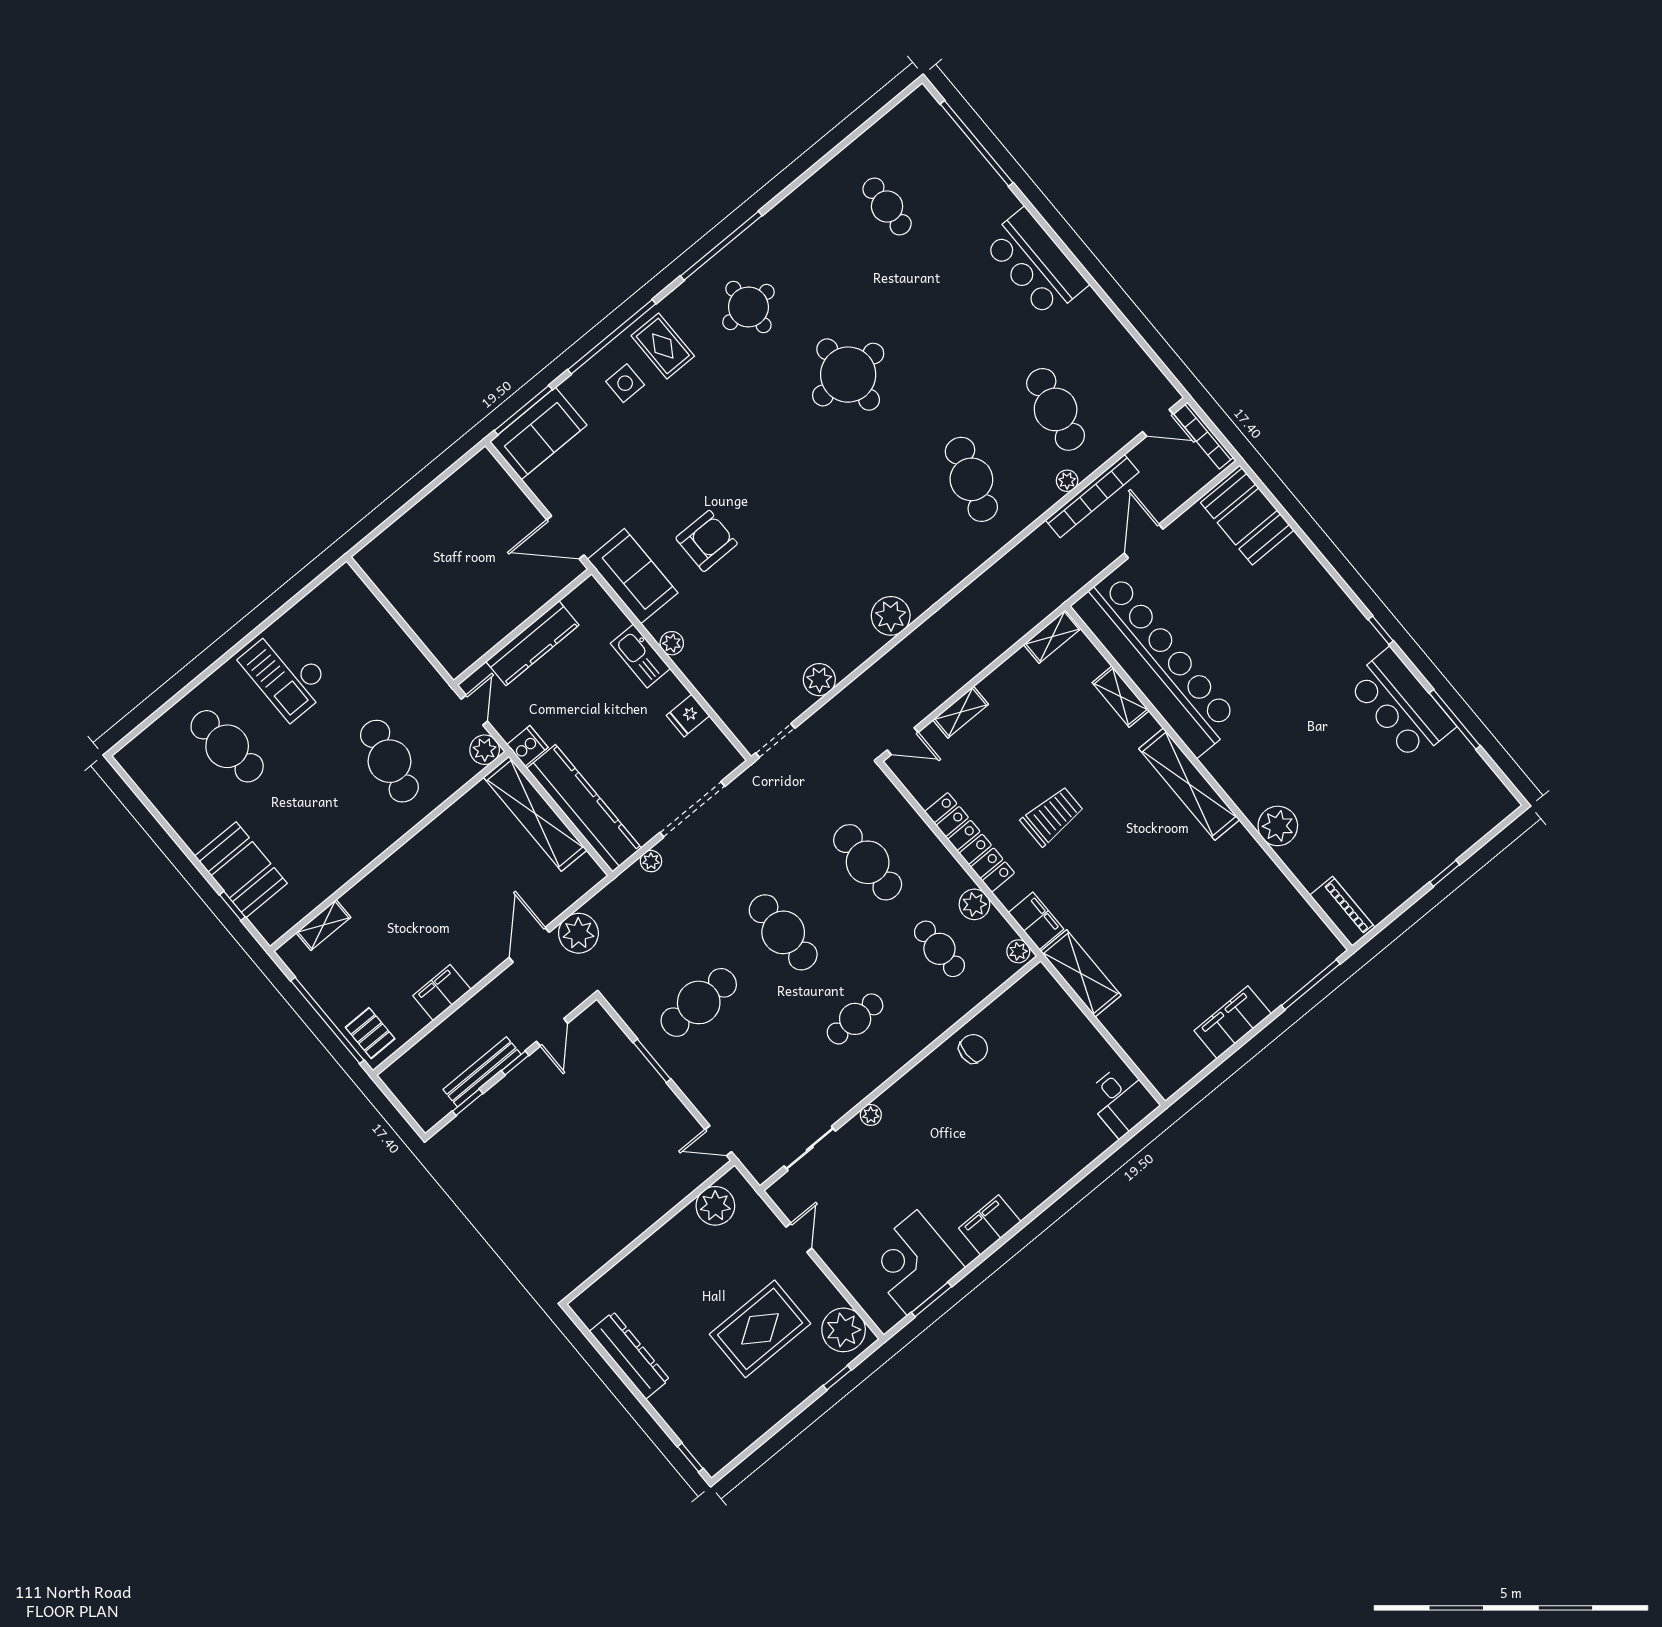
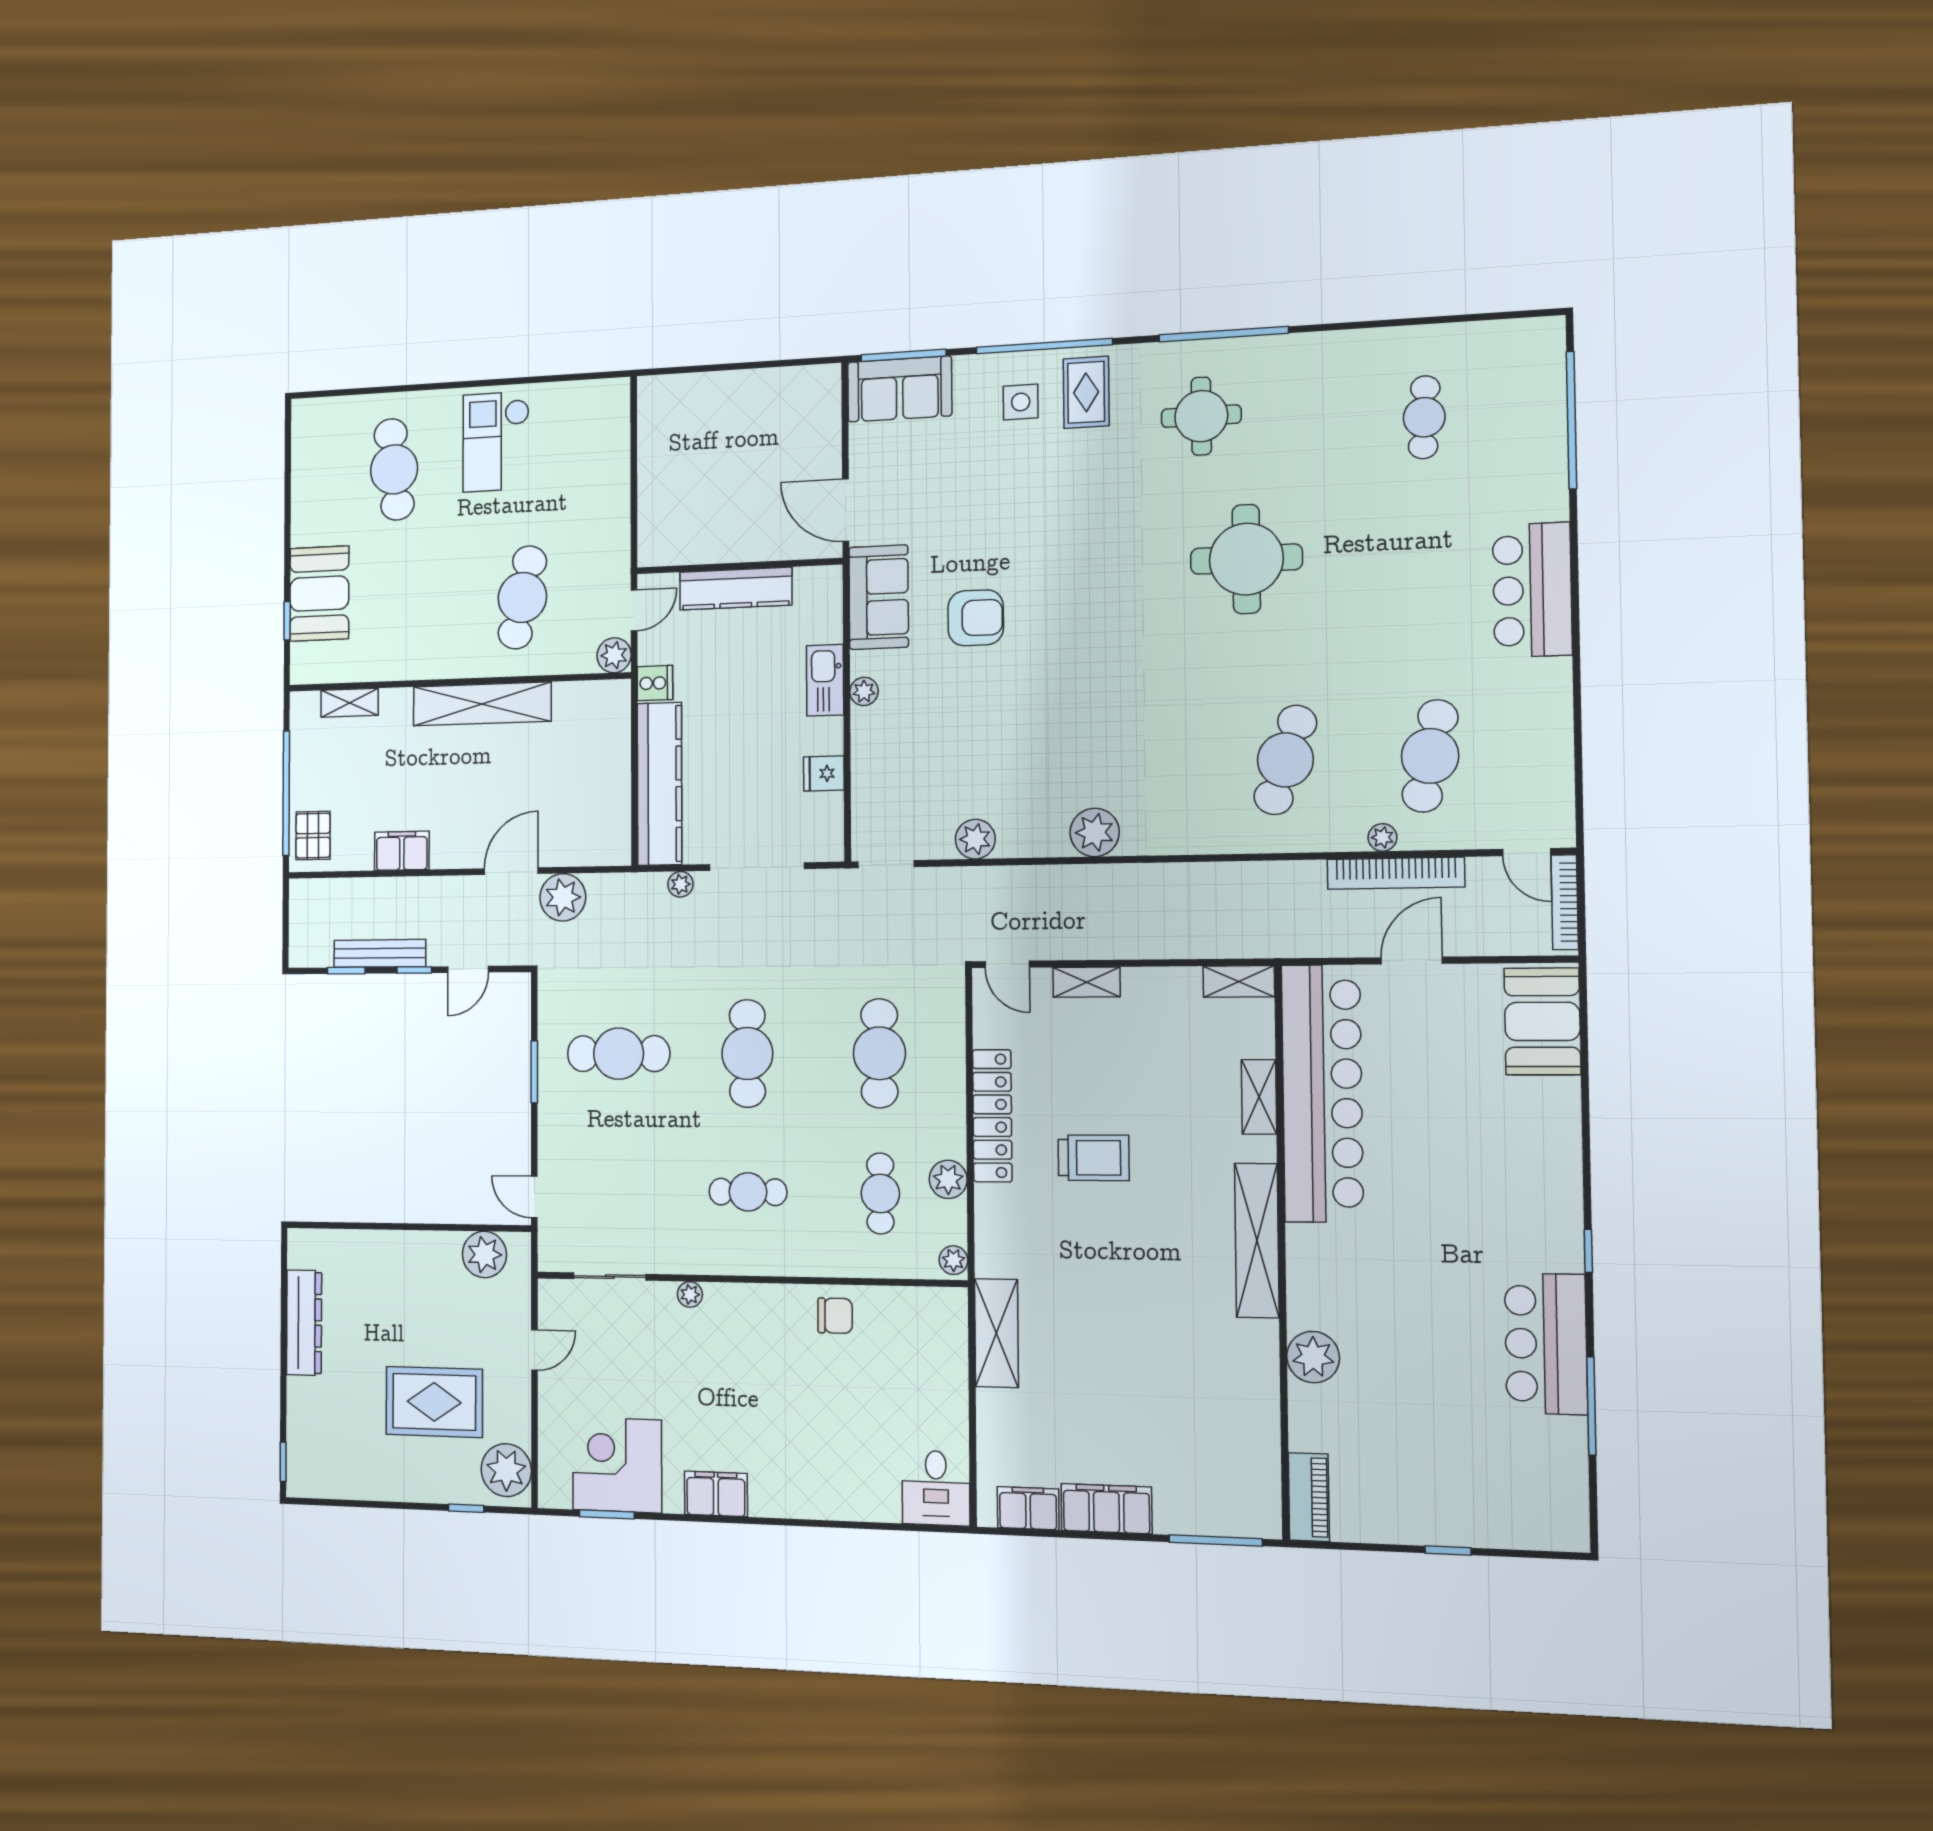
shelving: (535, 814) -> (482, 704), moved, turned 90
filing cabinet: (1036, 921) -> (1028, 1508), moved, turned -90

